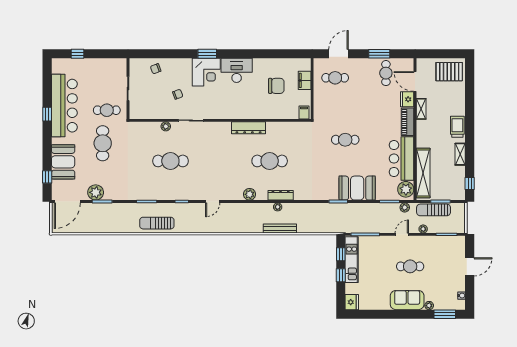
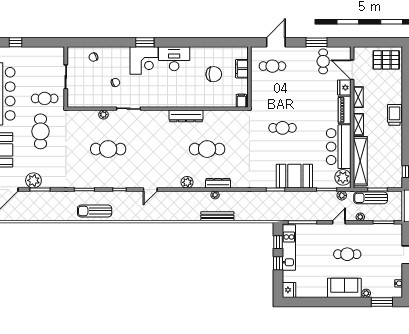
shelving: (460, 154) -> (358, 124), moved

